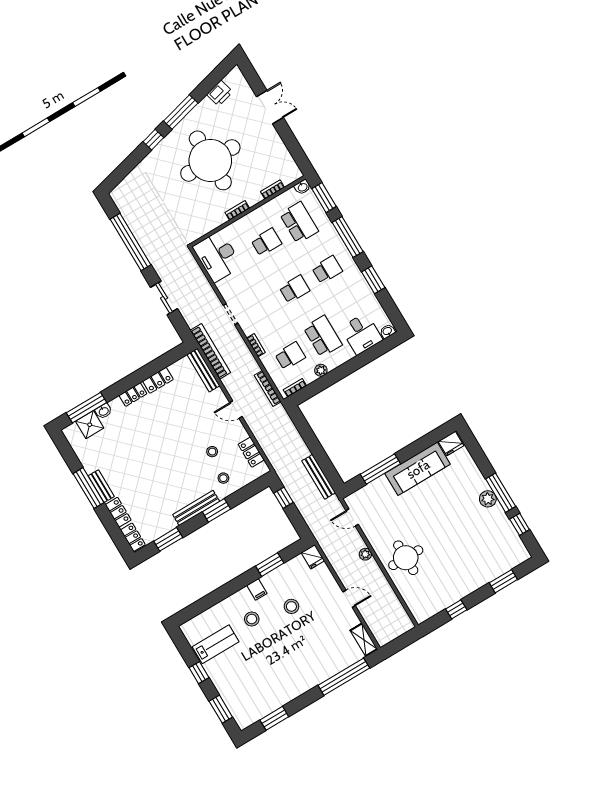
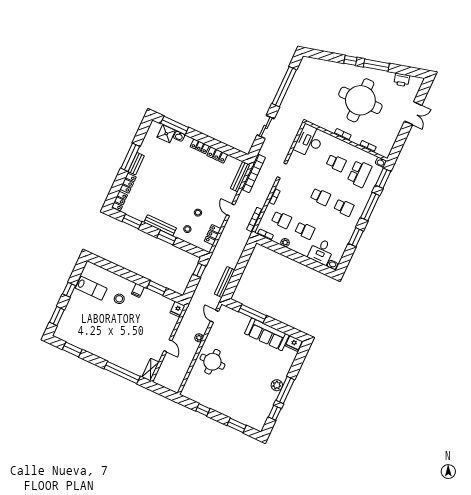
school desk: (323, 336) -> (305, 231), width x0.54
stool: (291, 606) -> (141, 316), removed

